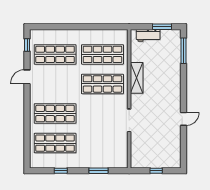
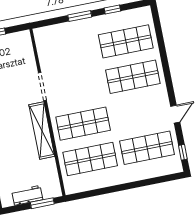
window: (162, 27) -> (42, 203), moved
workbench: (148, 35) -> (27, 195), moved
shelving: (137, 78) -> (42, 130), width x1.47
window: (98, 171) -> (80, 16), moved

